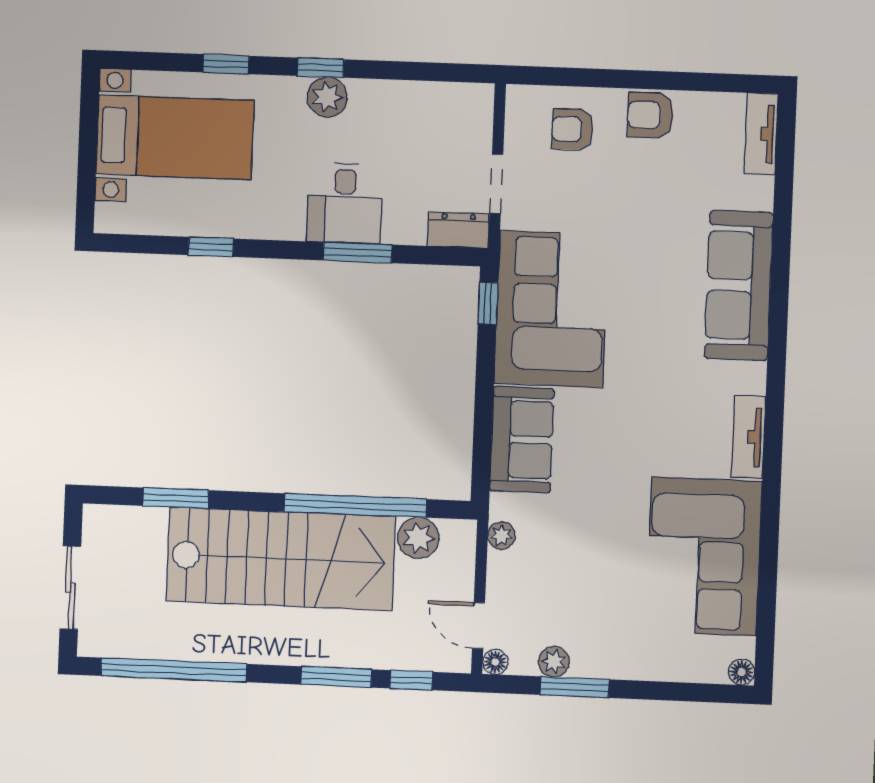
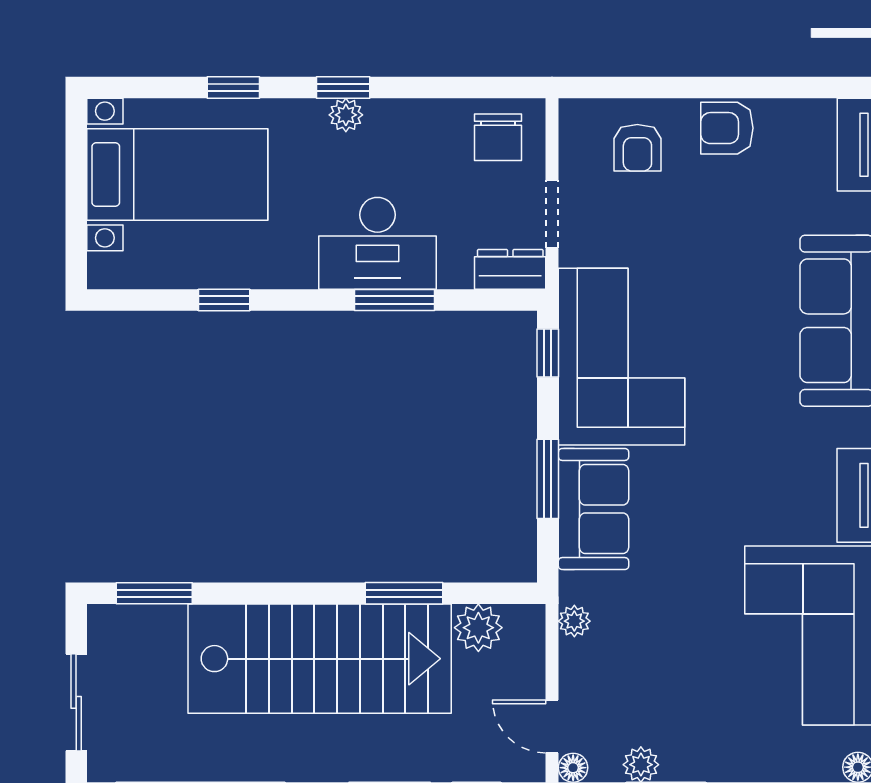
plant: (327, 97) -> (346, 115), width x0.73, depth x0.73
chair: (452, 116) -> (498, 137), added
armchair: (572, 129) -> (637, 148), turned -90
desk: (345, 203) -> (377, 243), width x1.37
window: (483, 412) -> (548, 479), added
window: (176, 498) -> (154, 593), moved
window: (356, 505) -> (404, 593), width x0.47

